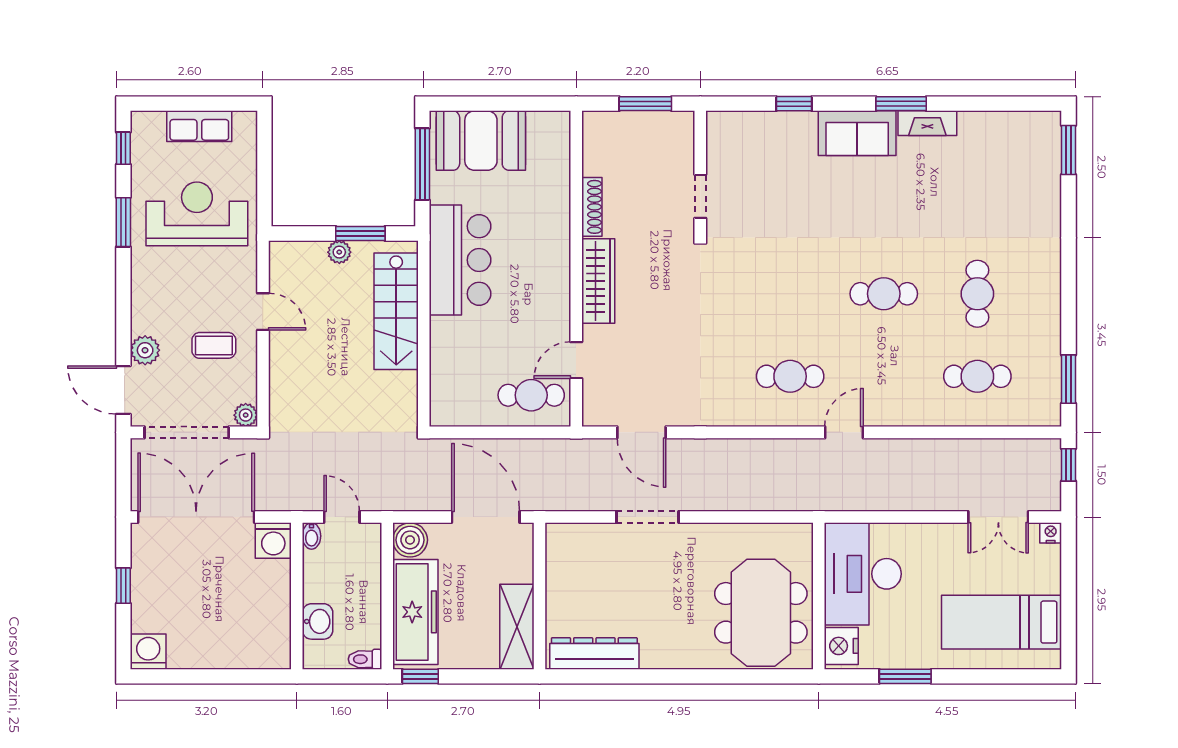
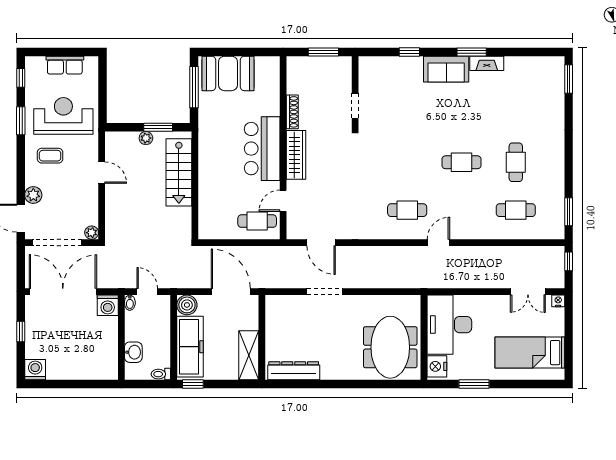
bar counter: (460, 260) -> (262, 149), moved, turned 180
coffee table: (214, 345) -> (50, 156), moved

